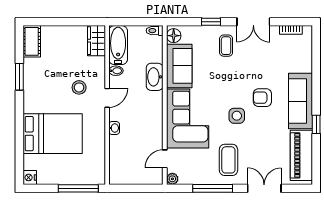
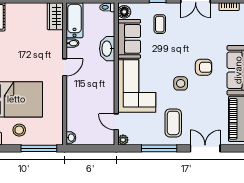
coffee table: (226, 46) -> (160, 24), moved
stool: (79, 87) -> (19, 130), moved
armchair: (262, 98) -> (204, 67), turned 180
washbasin: (114, 128) -> (71, 138), moved
door: (165, 159) -> (116, 122), hinge flipped

